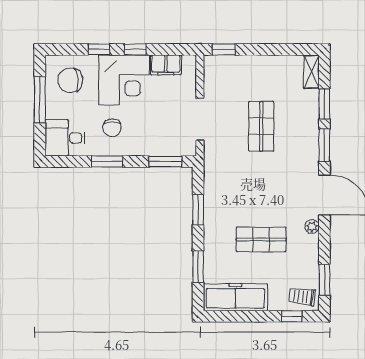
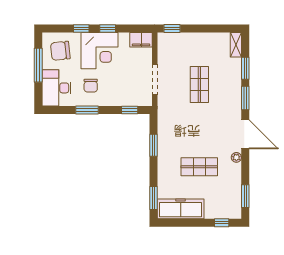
filing cabinet: (166, 65) -> (141, 40), moved
desk: (65, 138) -> (56, 88), width x1.37
window: (165, 161) -> (130, 110), width x0.67
window: (198, 267) -> (153, 198), moved
trolley: (302, 297) -> (229, 208), removed

